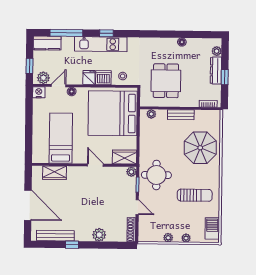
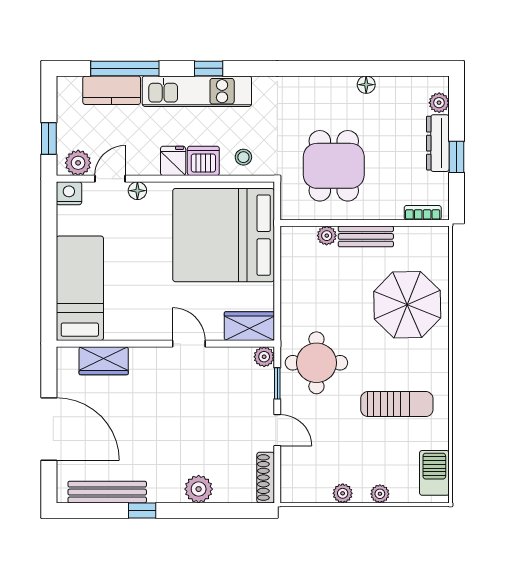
kitchen counter: (47, 43) -> (112, 90), moved
plant: (151, 114) -> (327, 236), moved
bed: (61, 138) -> (80, 288), moved

